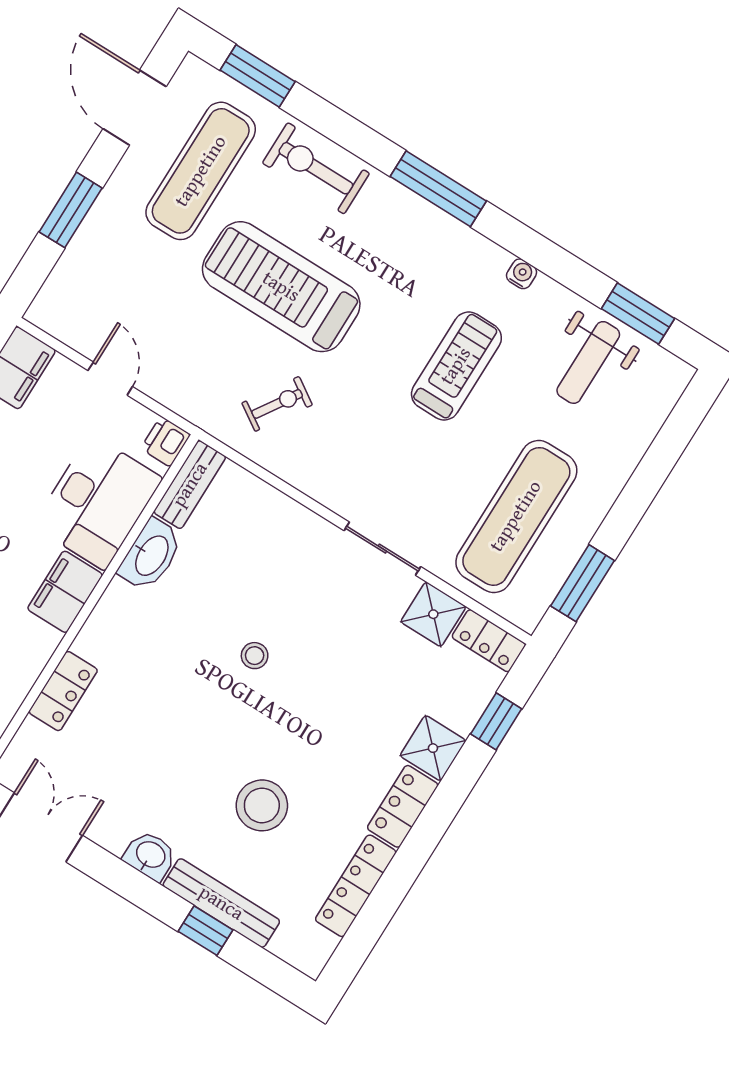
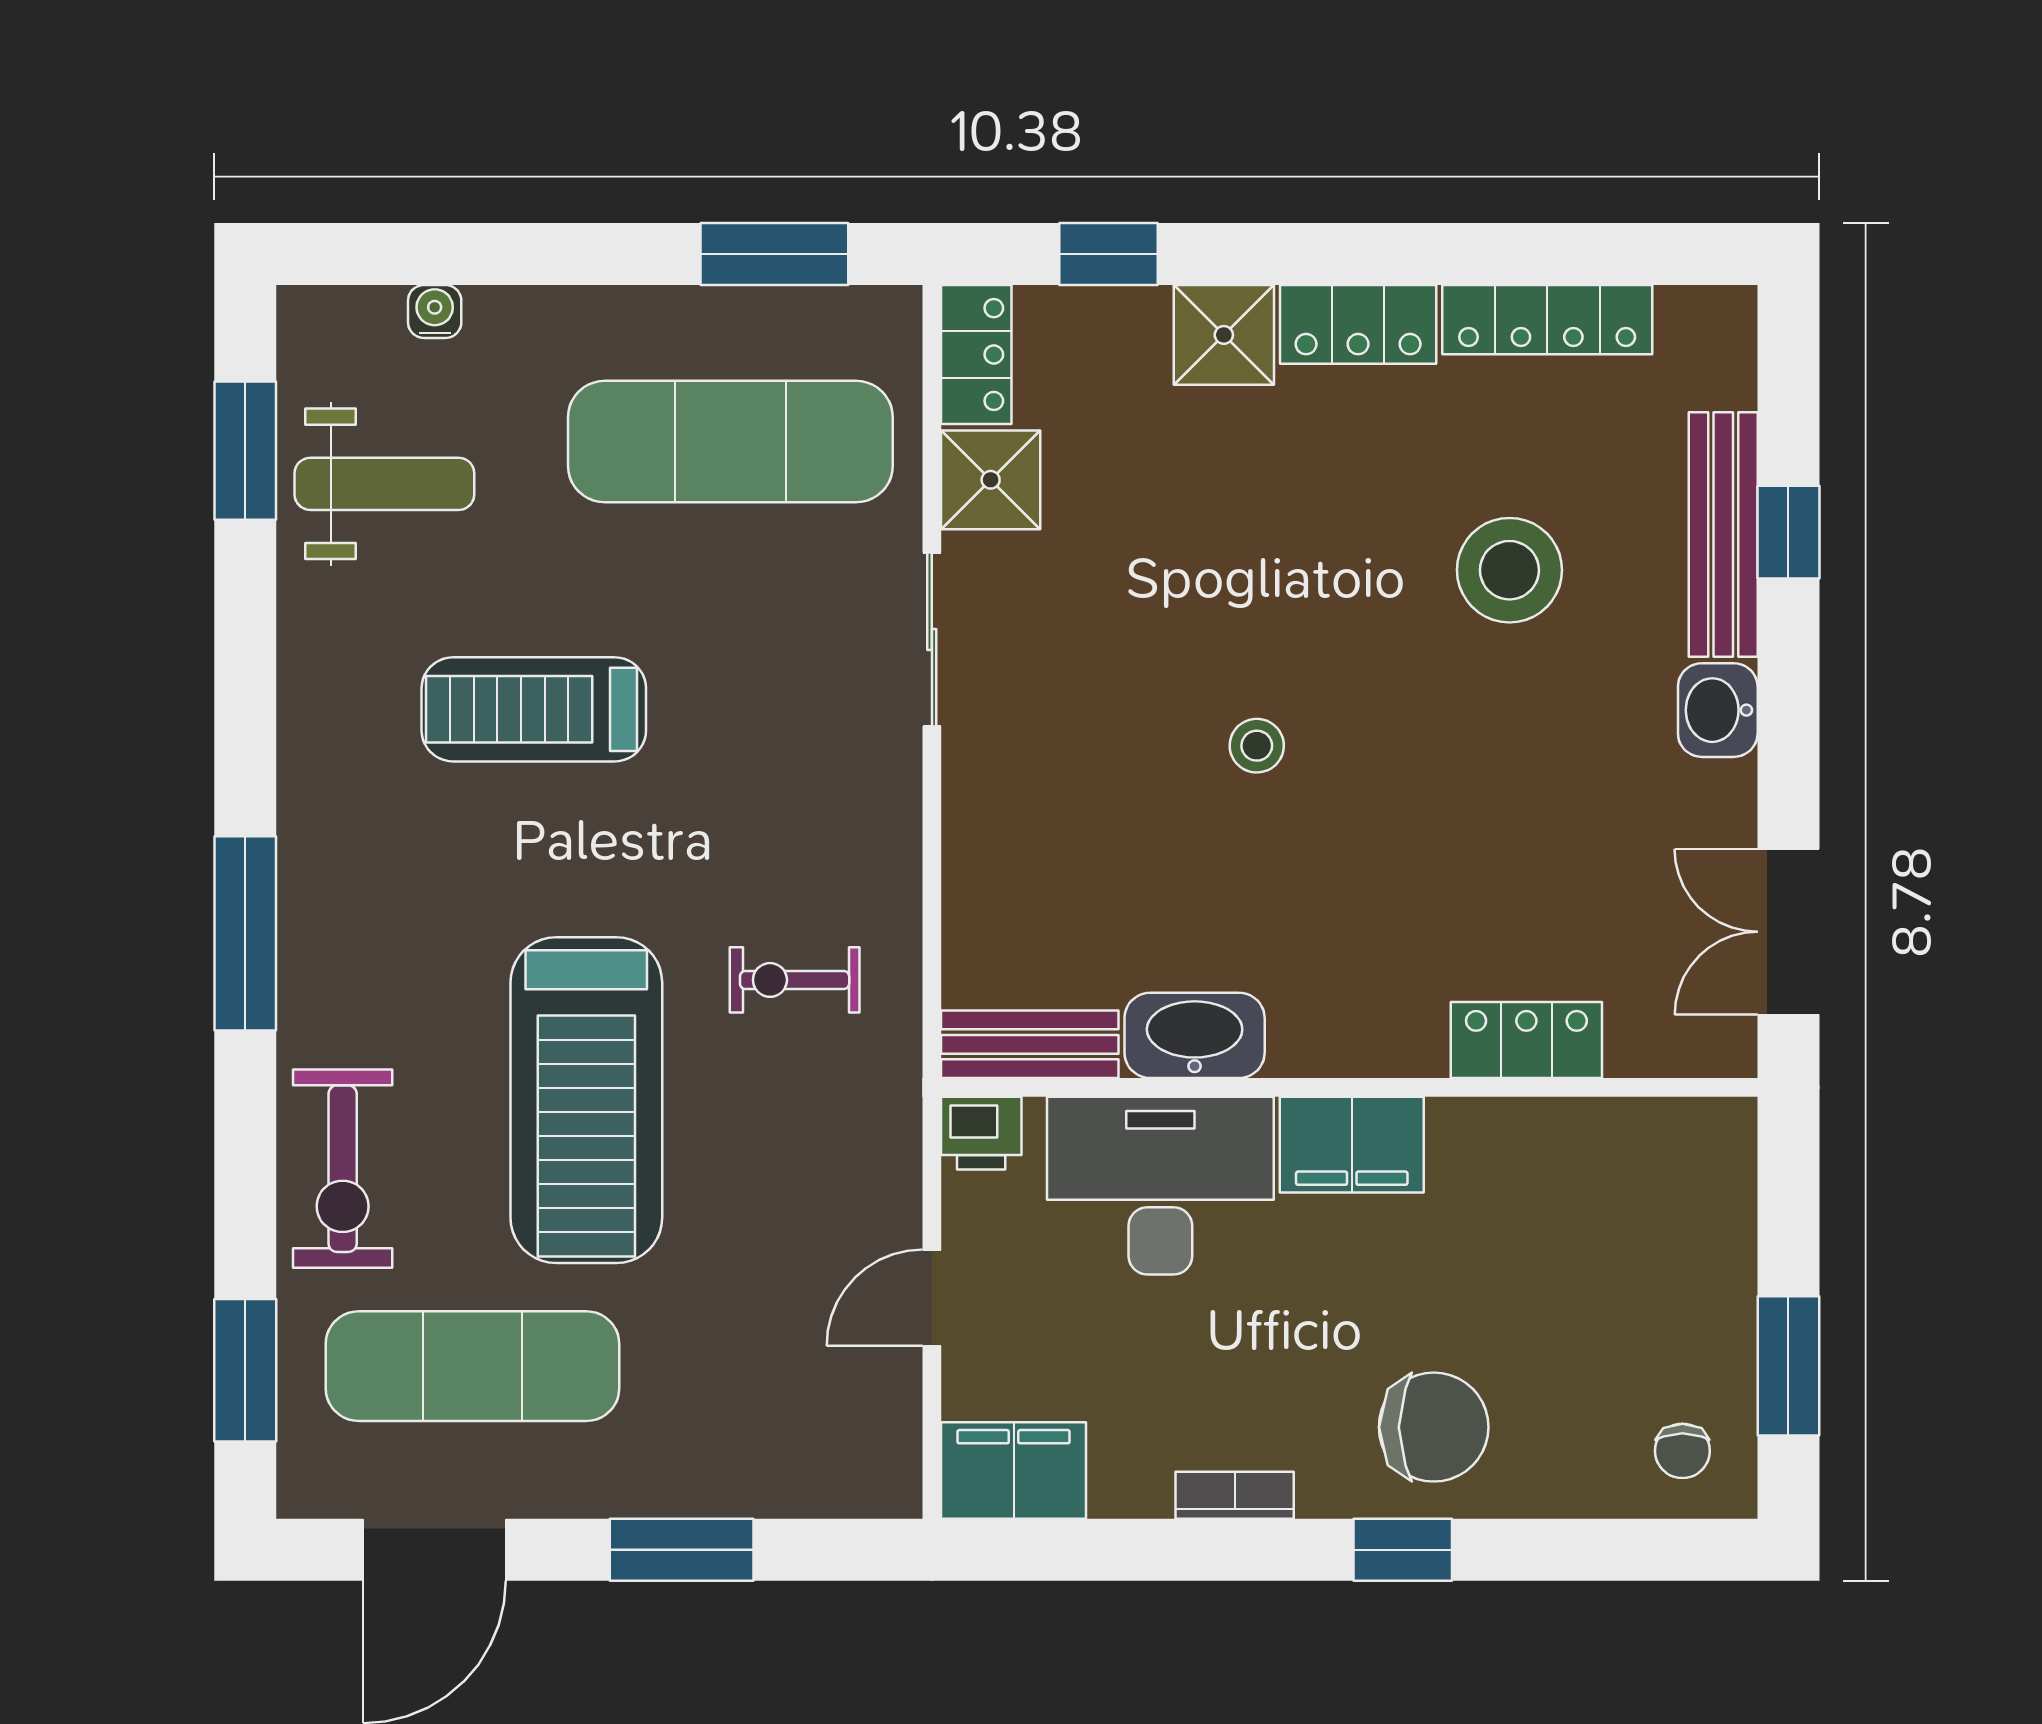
water cooler: (522, 274) -> (435, 311), moved, turned 90
exercise bike: (277, 404) -> (795, 980), turned -33

